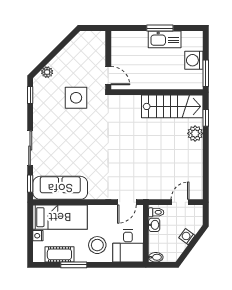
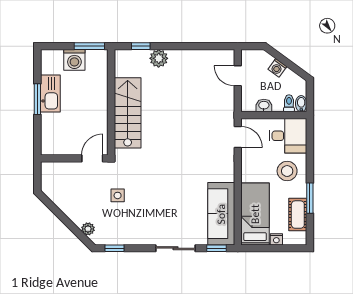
side table: (76, 98) -> (118, 195), width x0.54, depth x0.54
stairs: (172, 106) -> (128, 113), moved
toilet: (156, 212) -> (289, 103), moved

